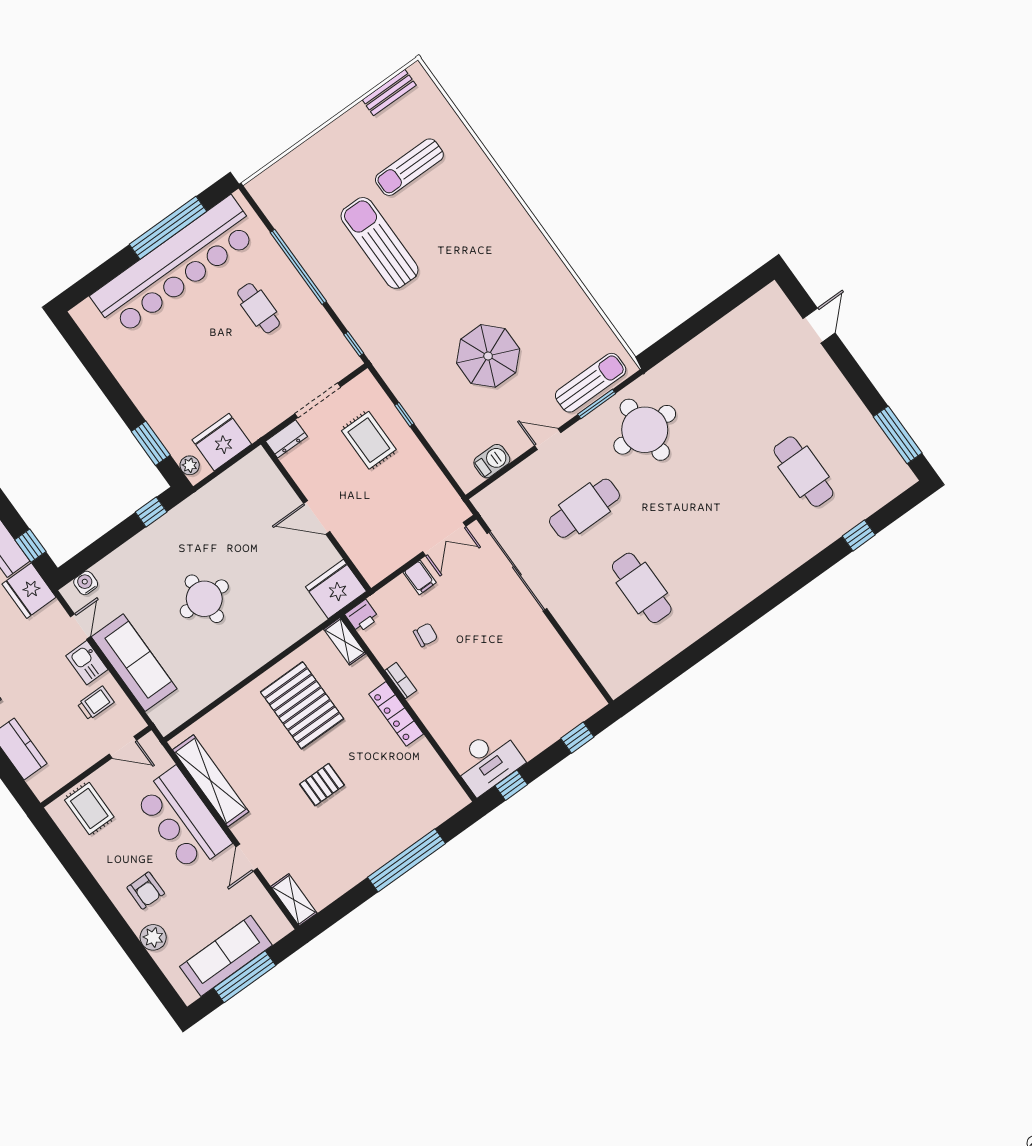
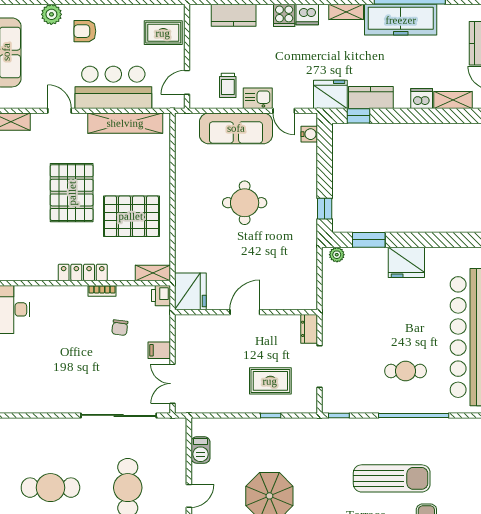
fridge: (222, 442) -> (406, 262), moved, turned 90
pallet: (322, 785) -> (72, 193), width x2.05, depth x2.00

